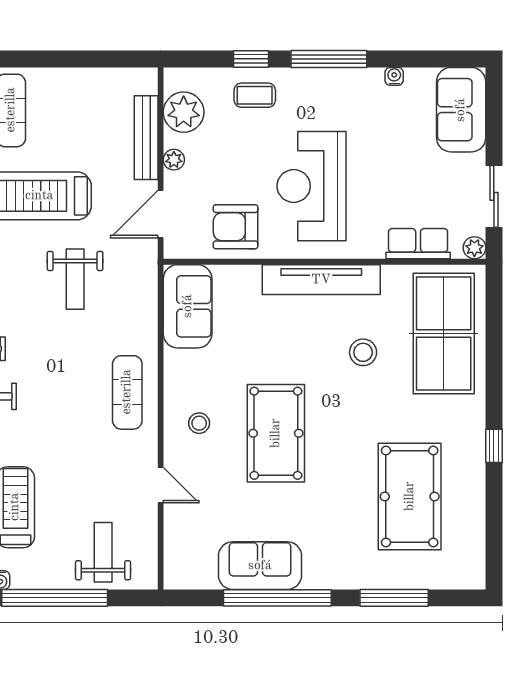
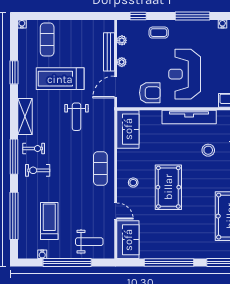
window: (251, 59) -> (138, 16), moved
plant: (184, 112) -> (122, 40), width x0.53, depth x0.53
armchair: (235, 227) -> (150, 93), turned 180
weight bench: (103, 552) -> (89, 242), turned 90
sofa: (260, 566) -> (128, 240), moved, turned 90

